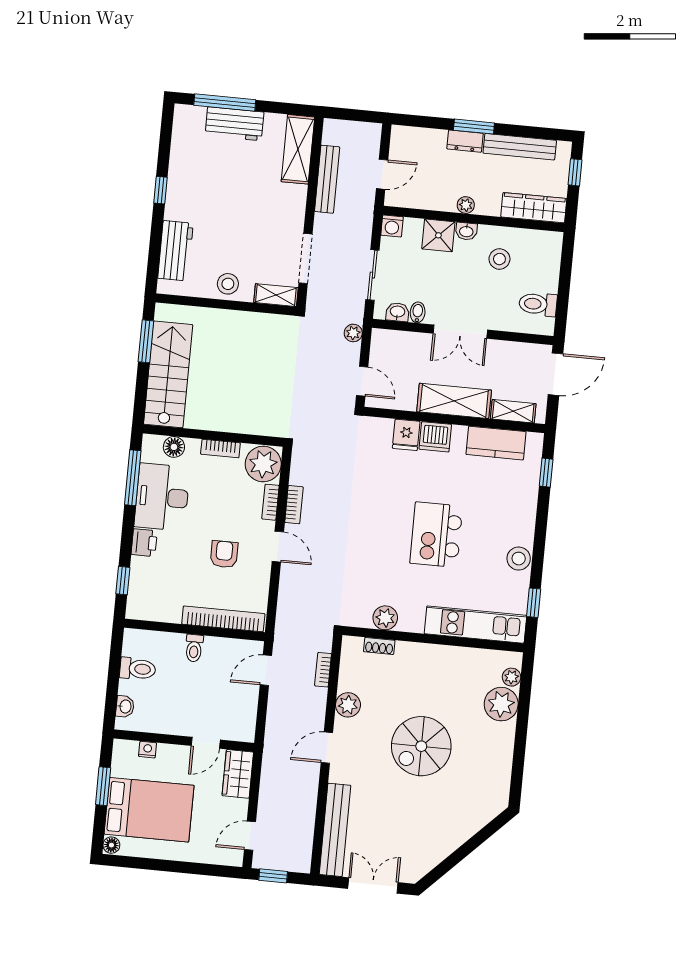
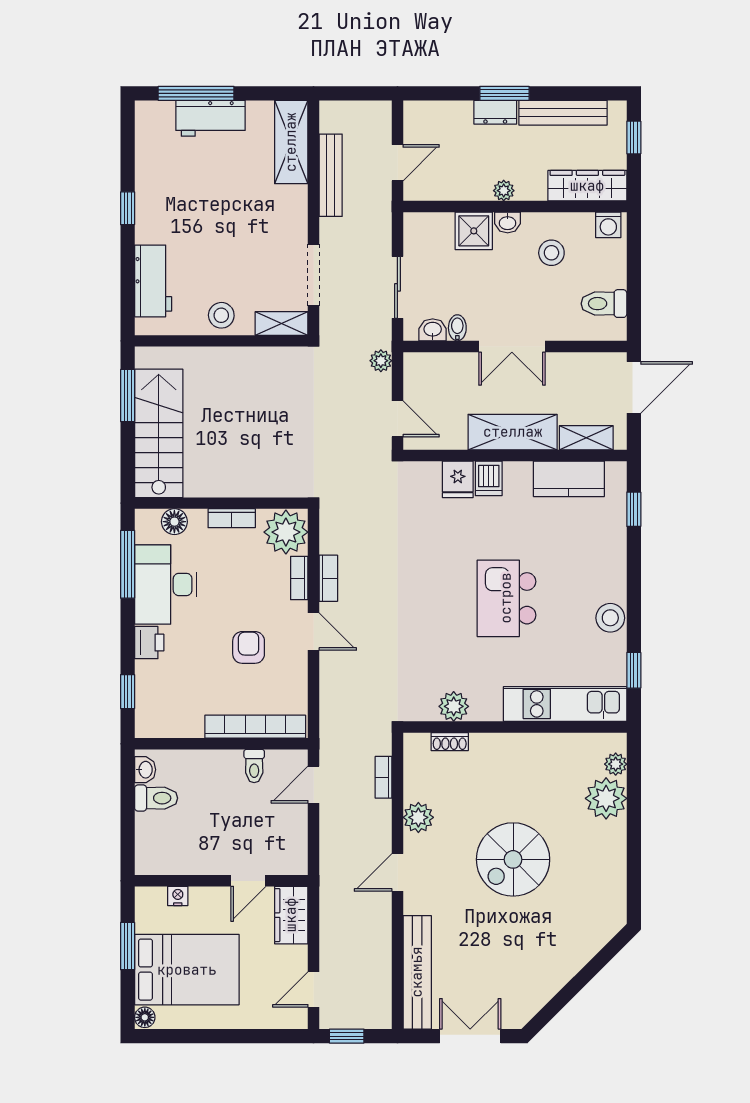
washing machine: (392, 226) -> (608, 225), moved
dishwasher: (435, 437) -> (489, 478), width x0.73
toilet: (194, 648) -> (254, 766), moved
washbasin: (125, 706) -> (145, 770), moved

